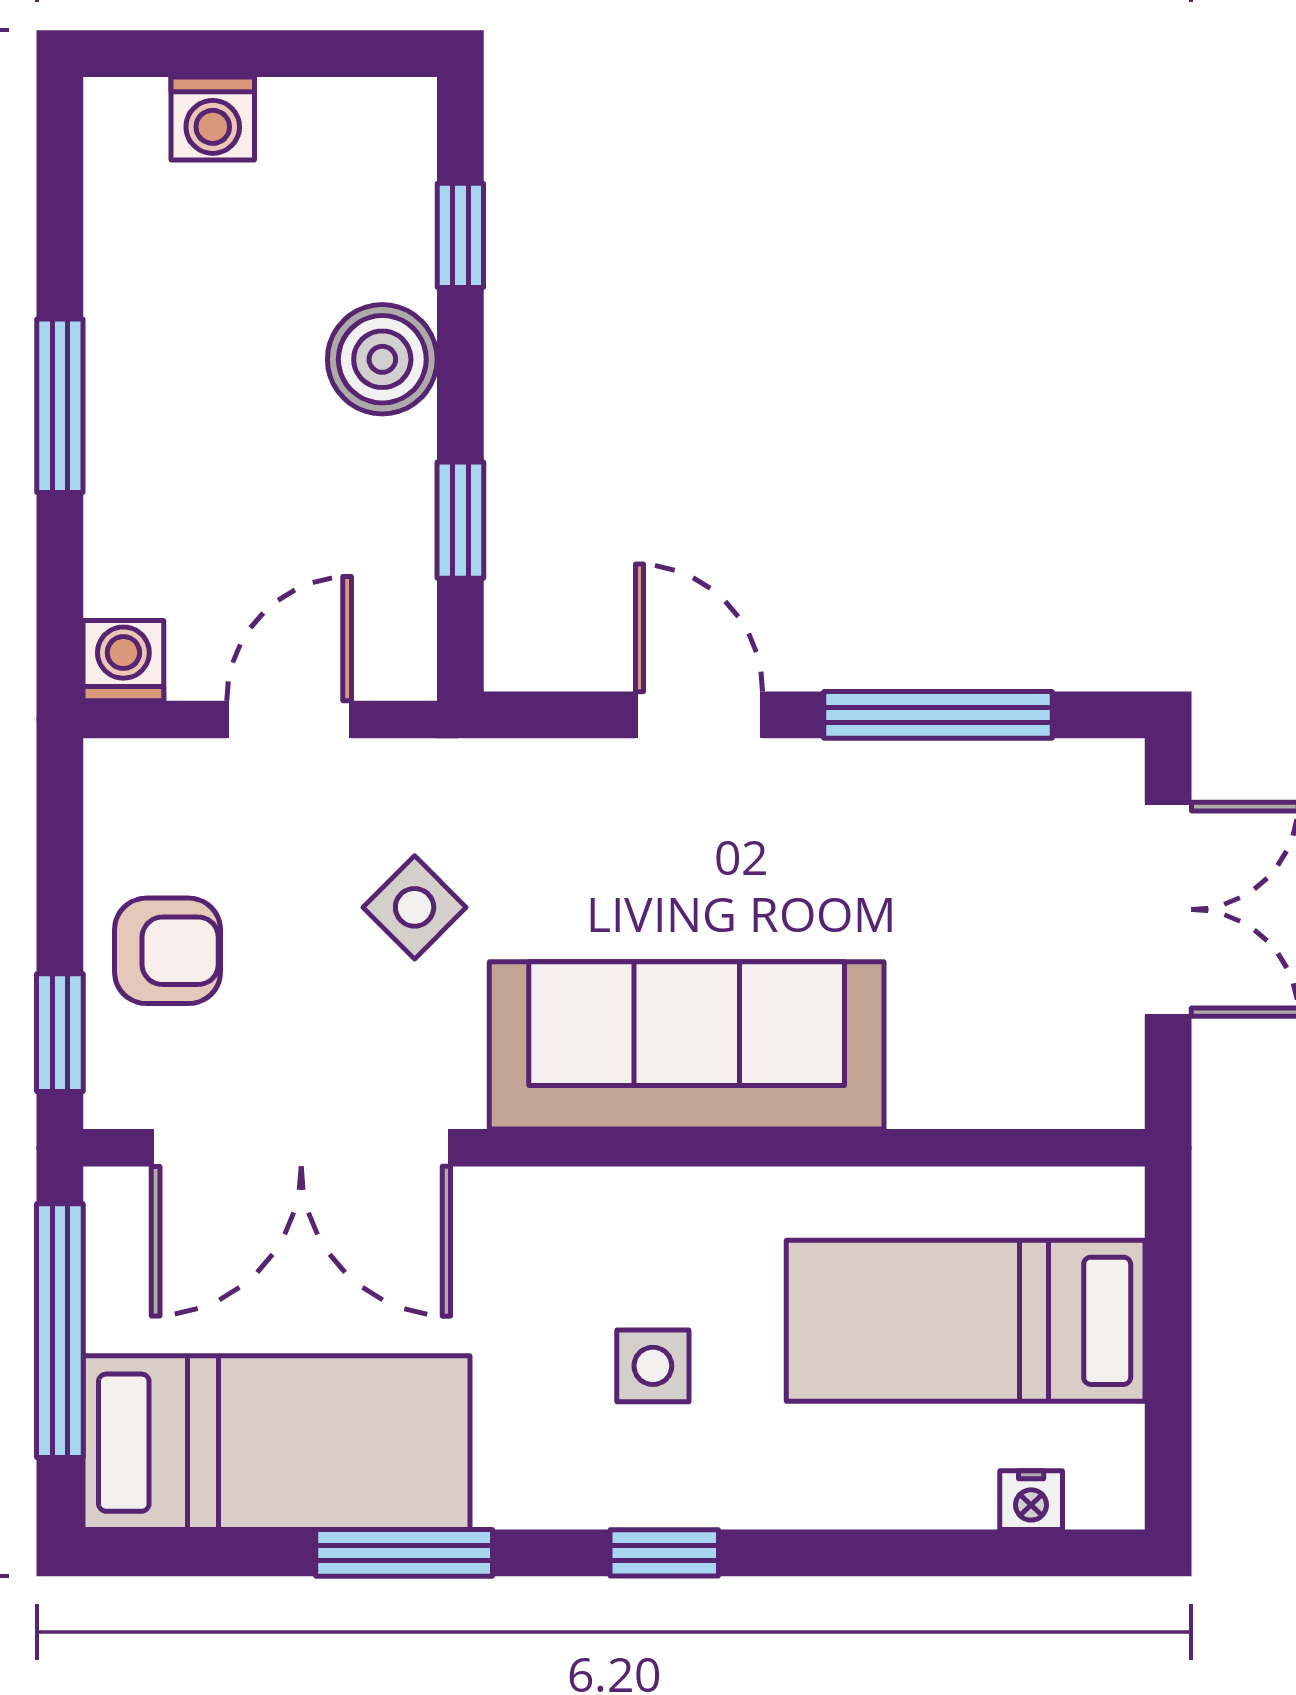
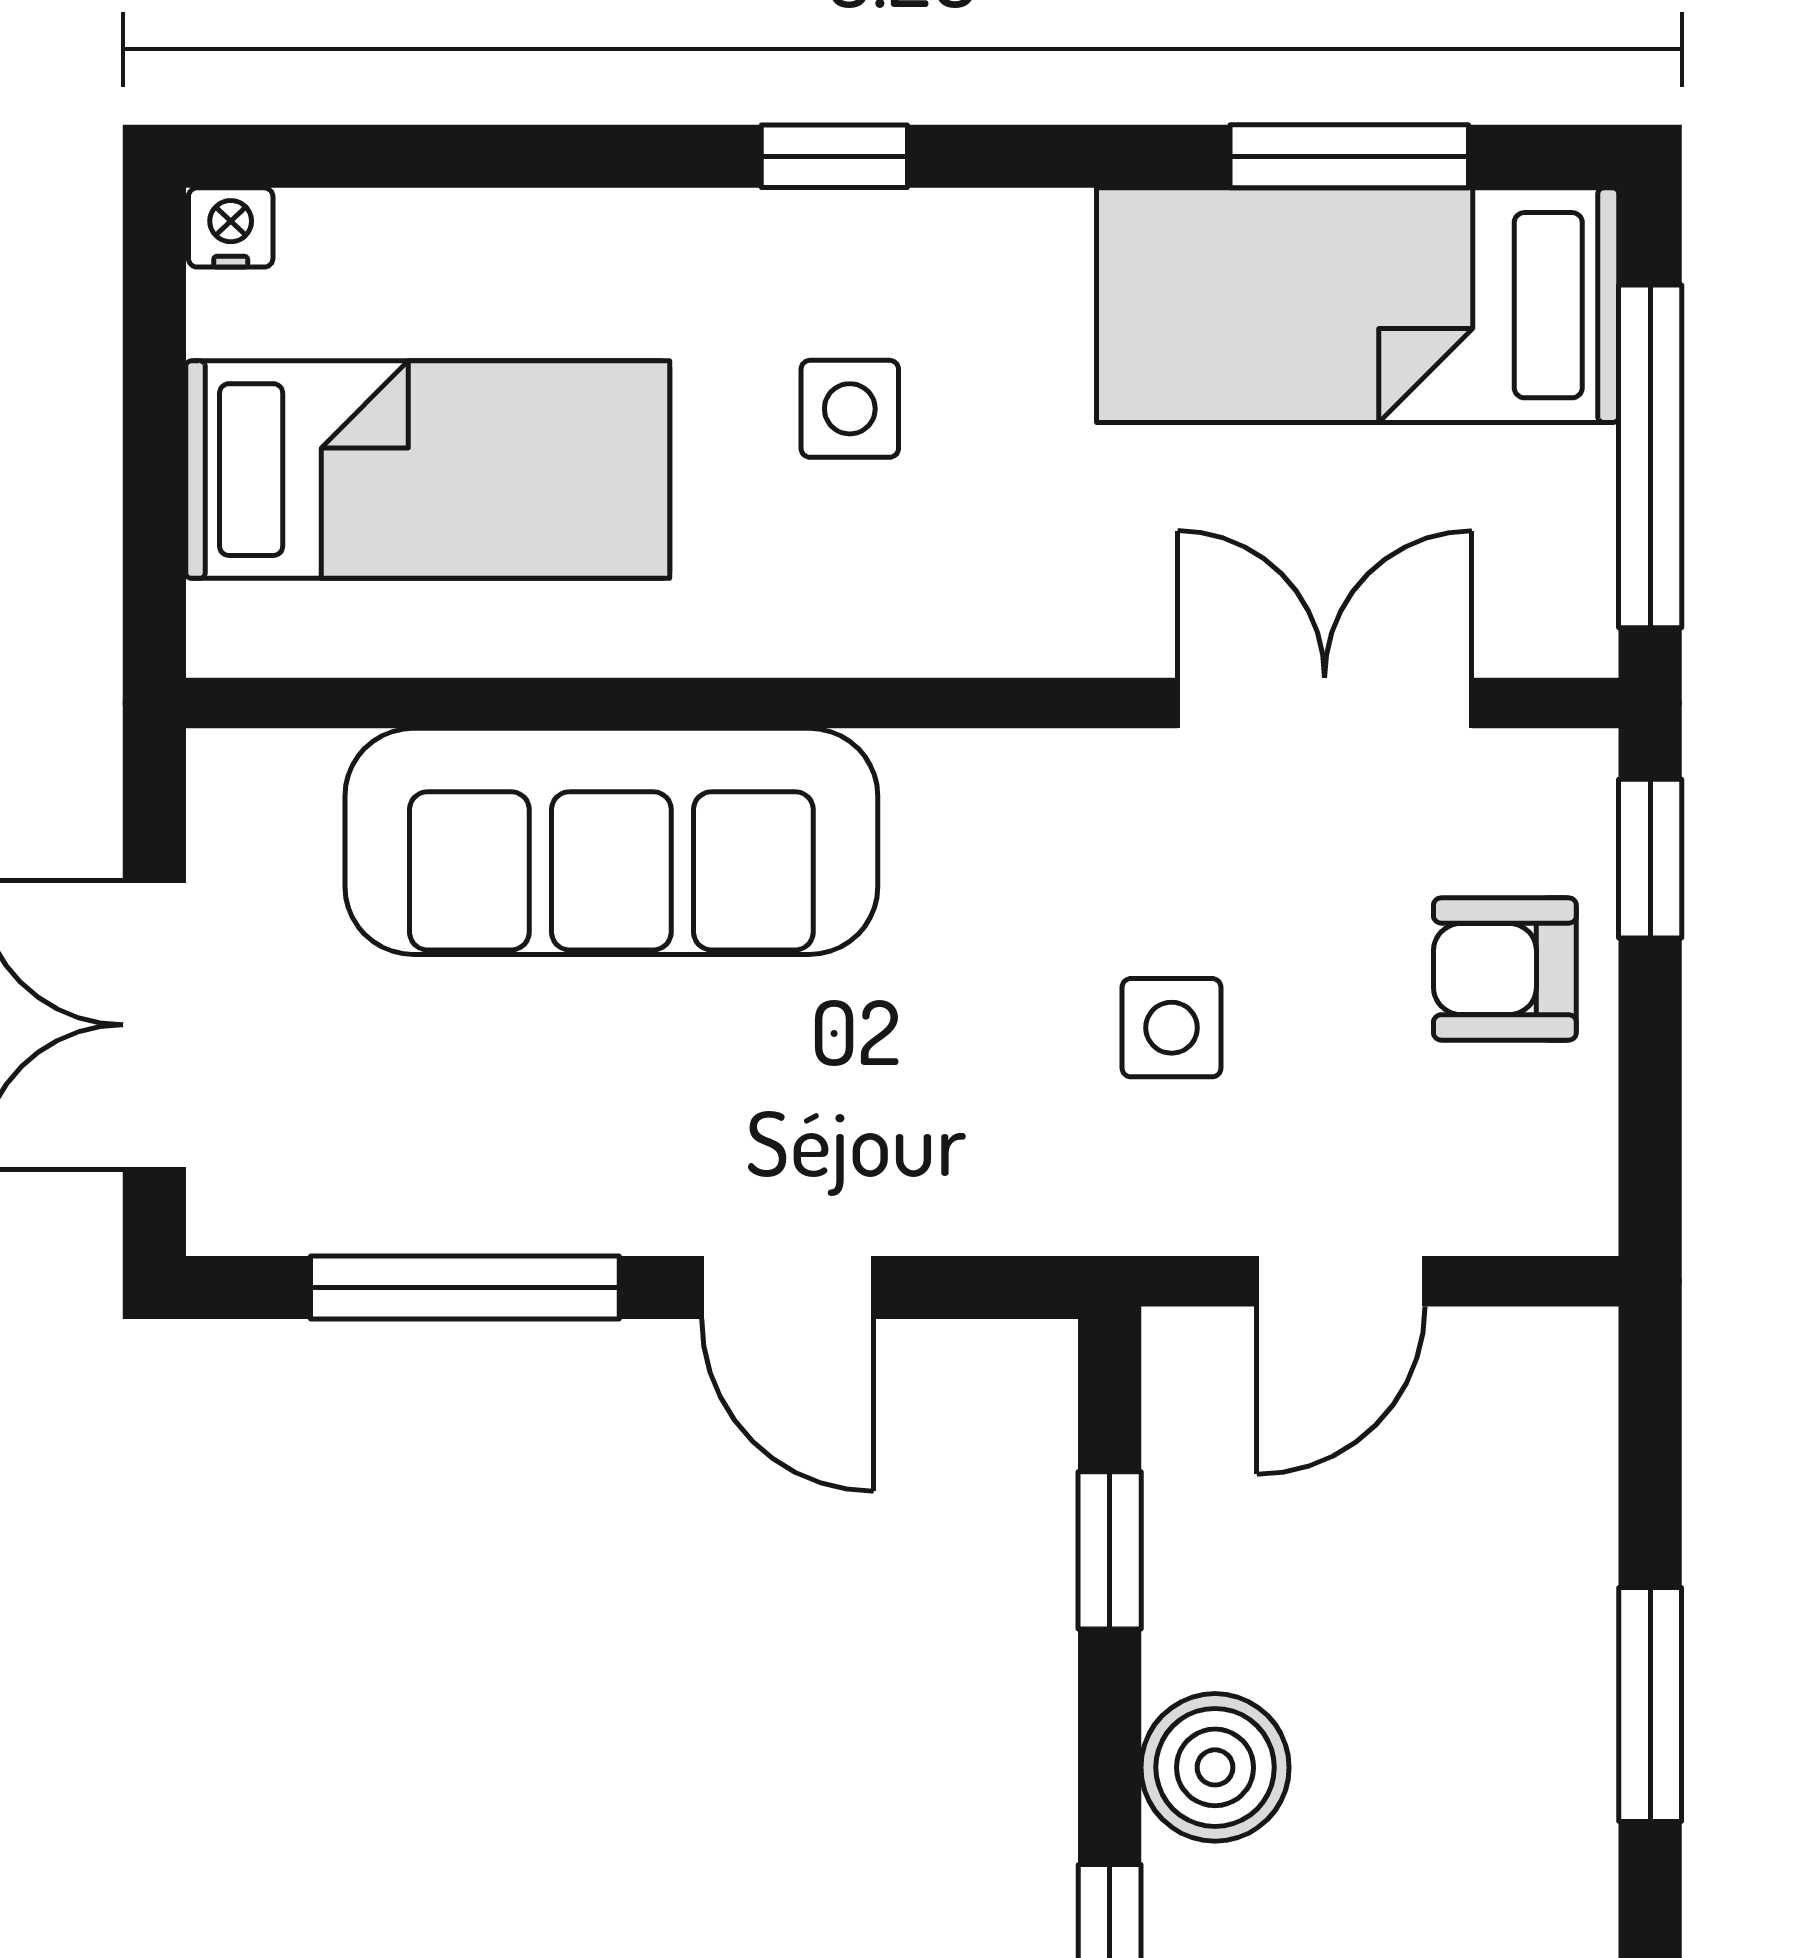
washing machine: (123, 661) -> (1564, 1361), removed
side table: (415, 907) -> (1172, 1028), turned 45
sofa: (687, 1045) -> (611, 841), moved
double door: (301, 1148) -> (1325, 703), width x0.73
nightstand: (1031, 1500) -> (231, 227), moved
window: (404, 1553) -> (1349, 156), moved

